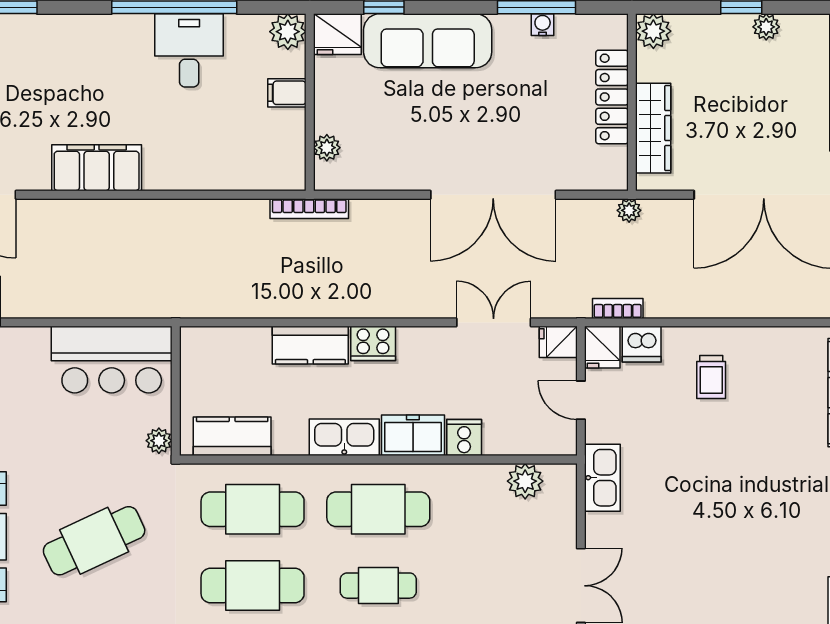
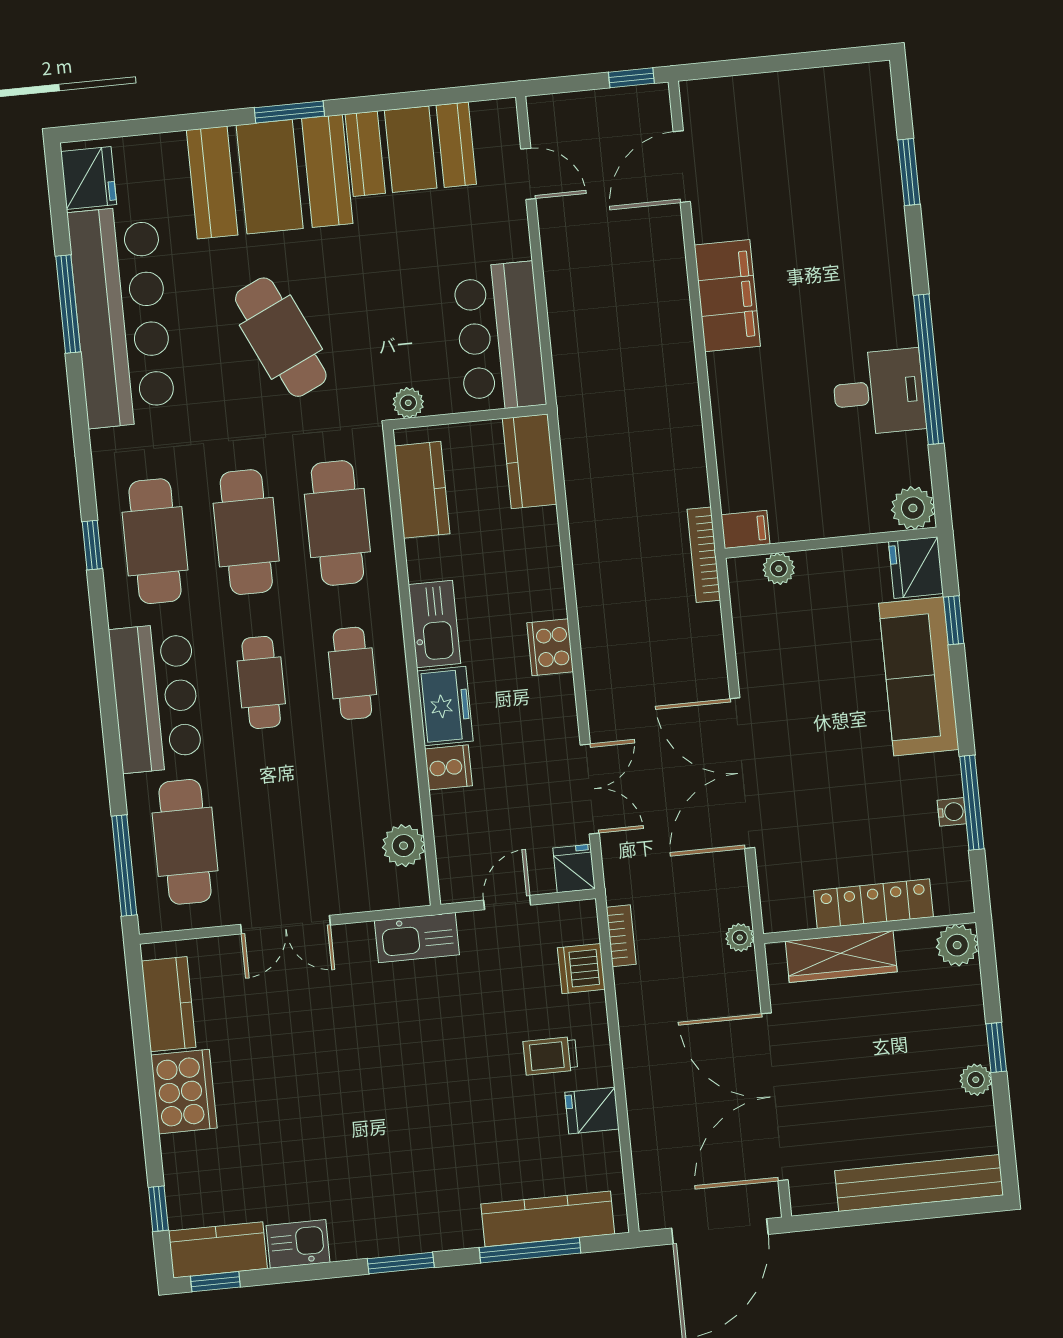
filing cabinet: (287, 93) -> (746, 529), moved, turned 90
kitchen counter: (310, 345) -> (530, 461), moved
fridge: (602, 347) -> (592, 1111), moved
cafe table: (378, 509) -> (352, 673), width x0.73, depth x0.74

